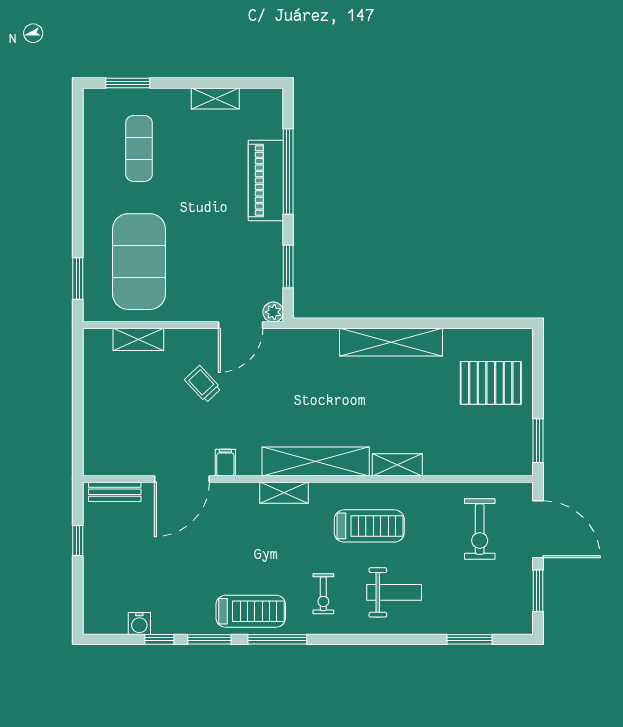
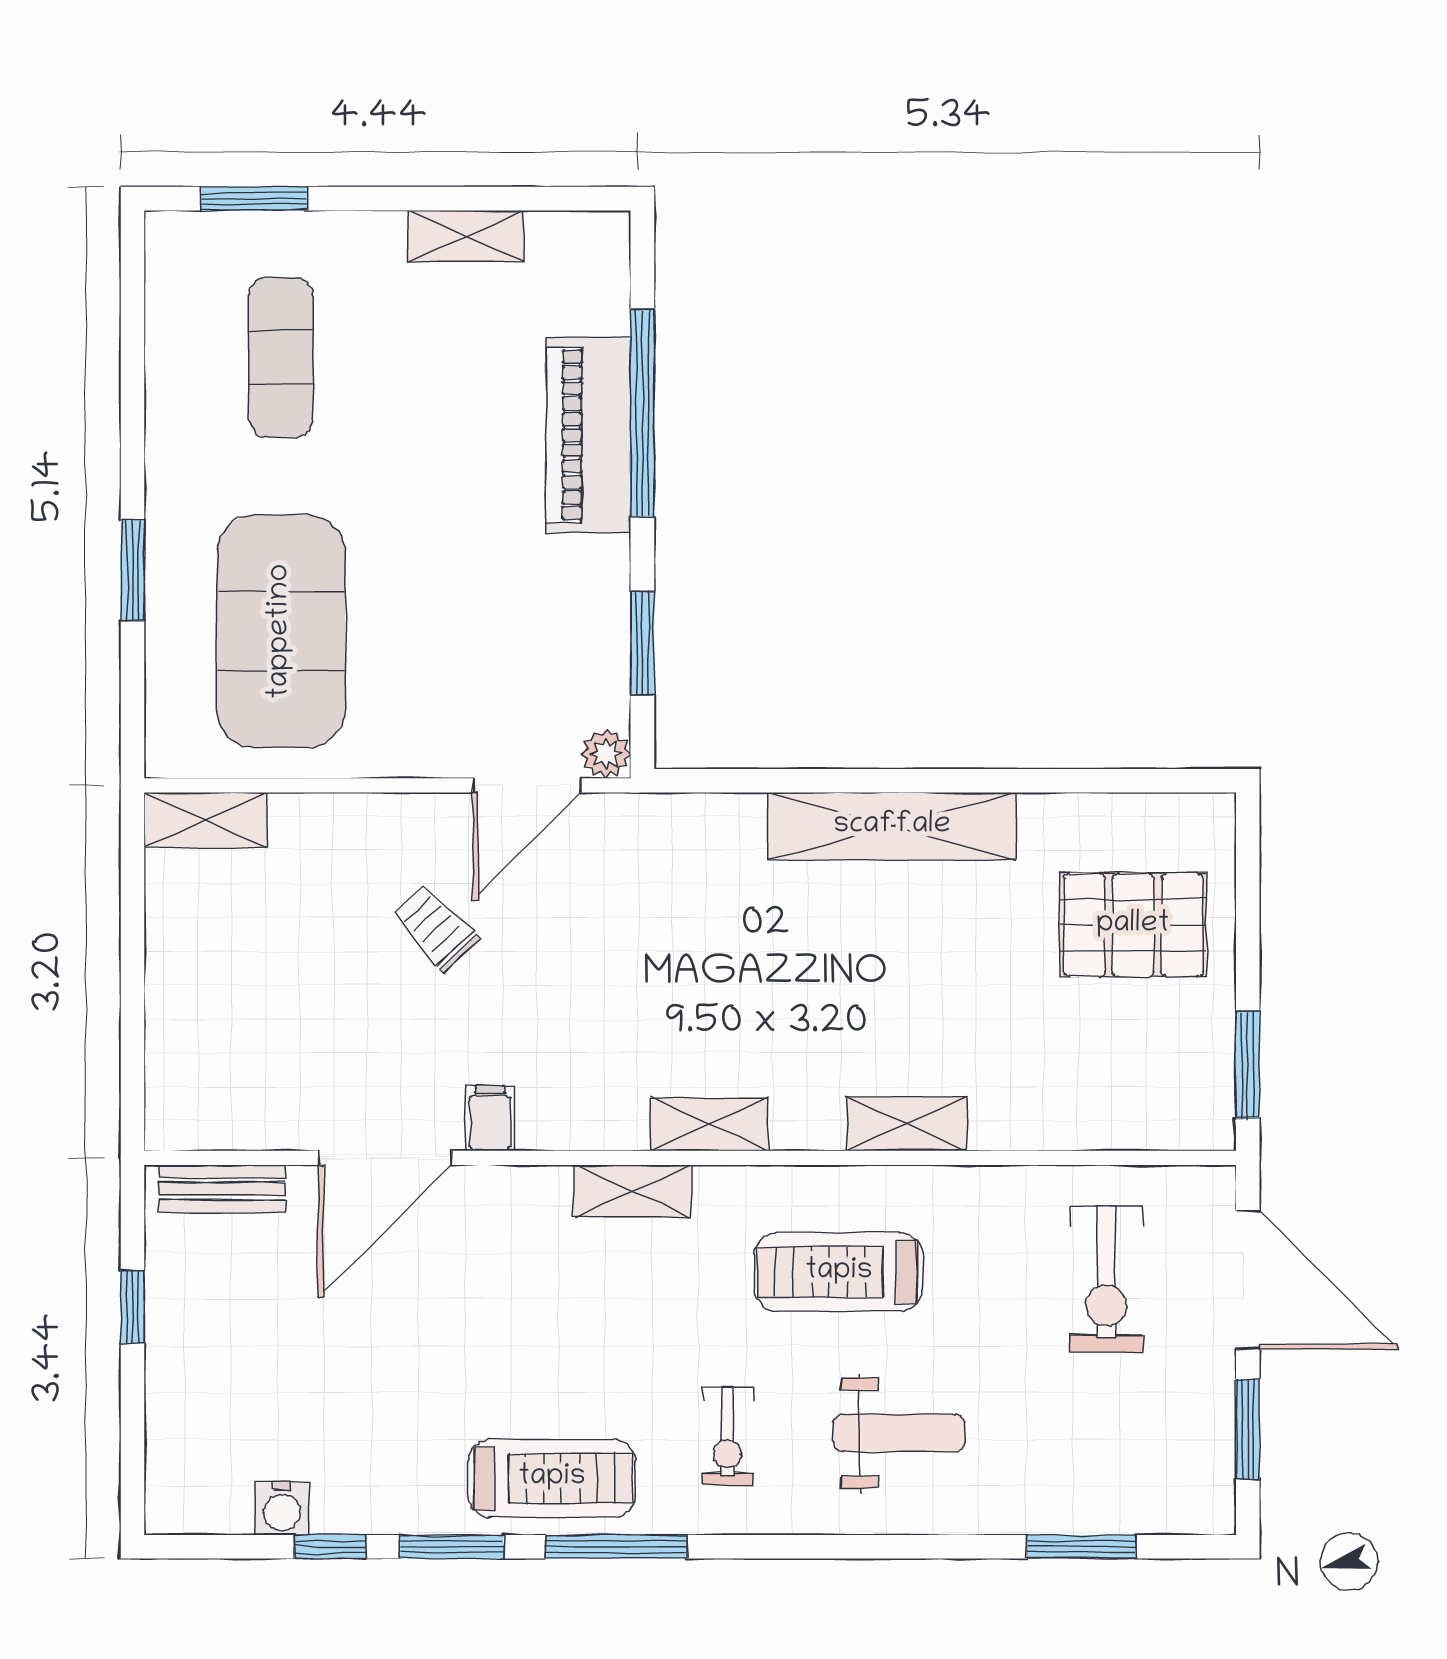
window: (78, 279) -> (132, 570), moved
shelving: (138, 339) -> (205, 820), moved
shelving: (316, 461) -> (709, 1124), width x0.45, depth x0.75
treadmill: (369, 526) -> (839, 1272), turned 180

